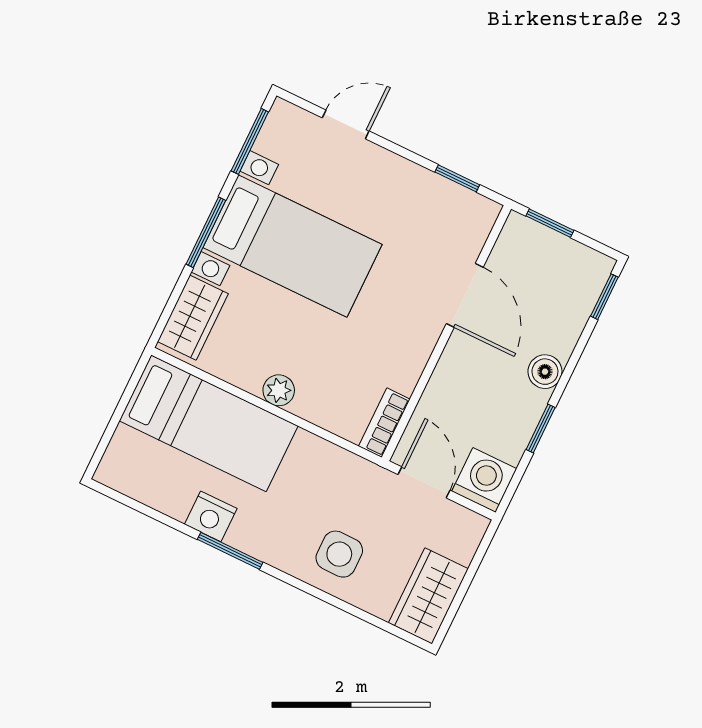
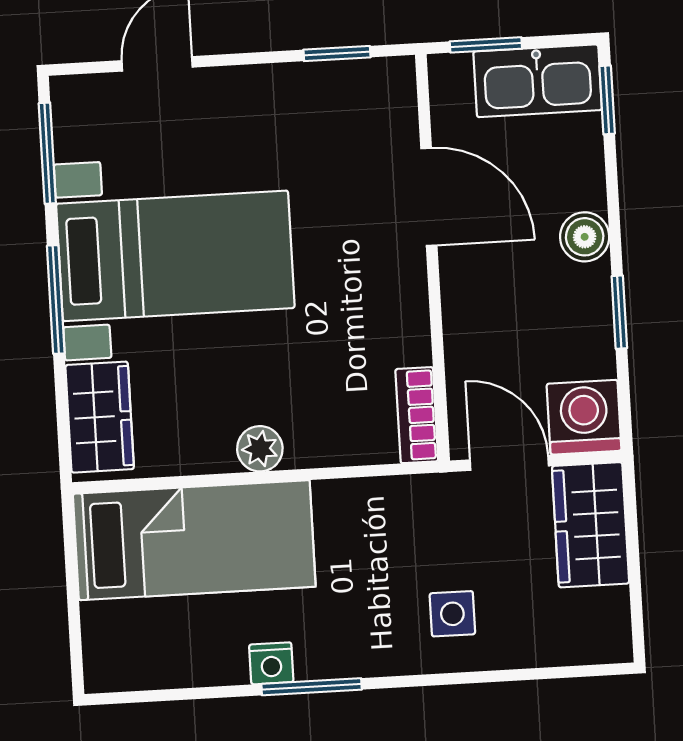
kitchen sink: (569, 262) -> (538, 81), added
nightstand: (211, 516) -> (271, 663), width x0.72, depth x0.74
side table: (339, 554) -> (452, 614), width x0.73, depth x0.73
wardrobe: (428, 596) -> (591, 525), moved

